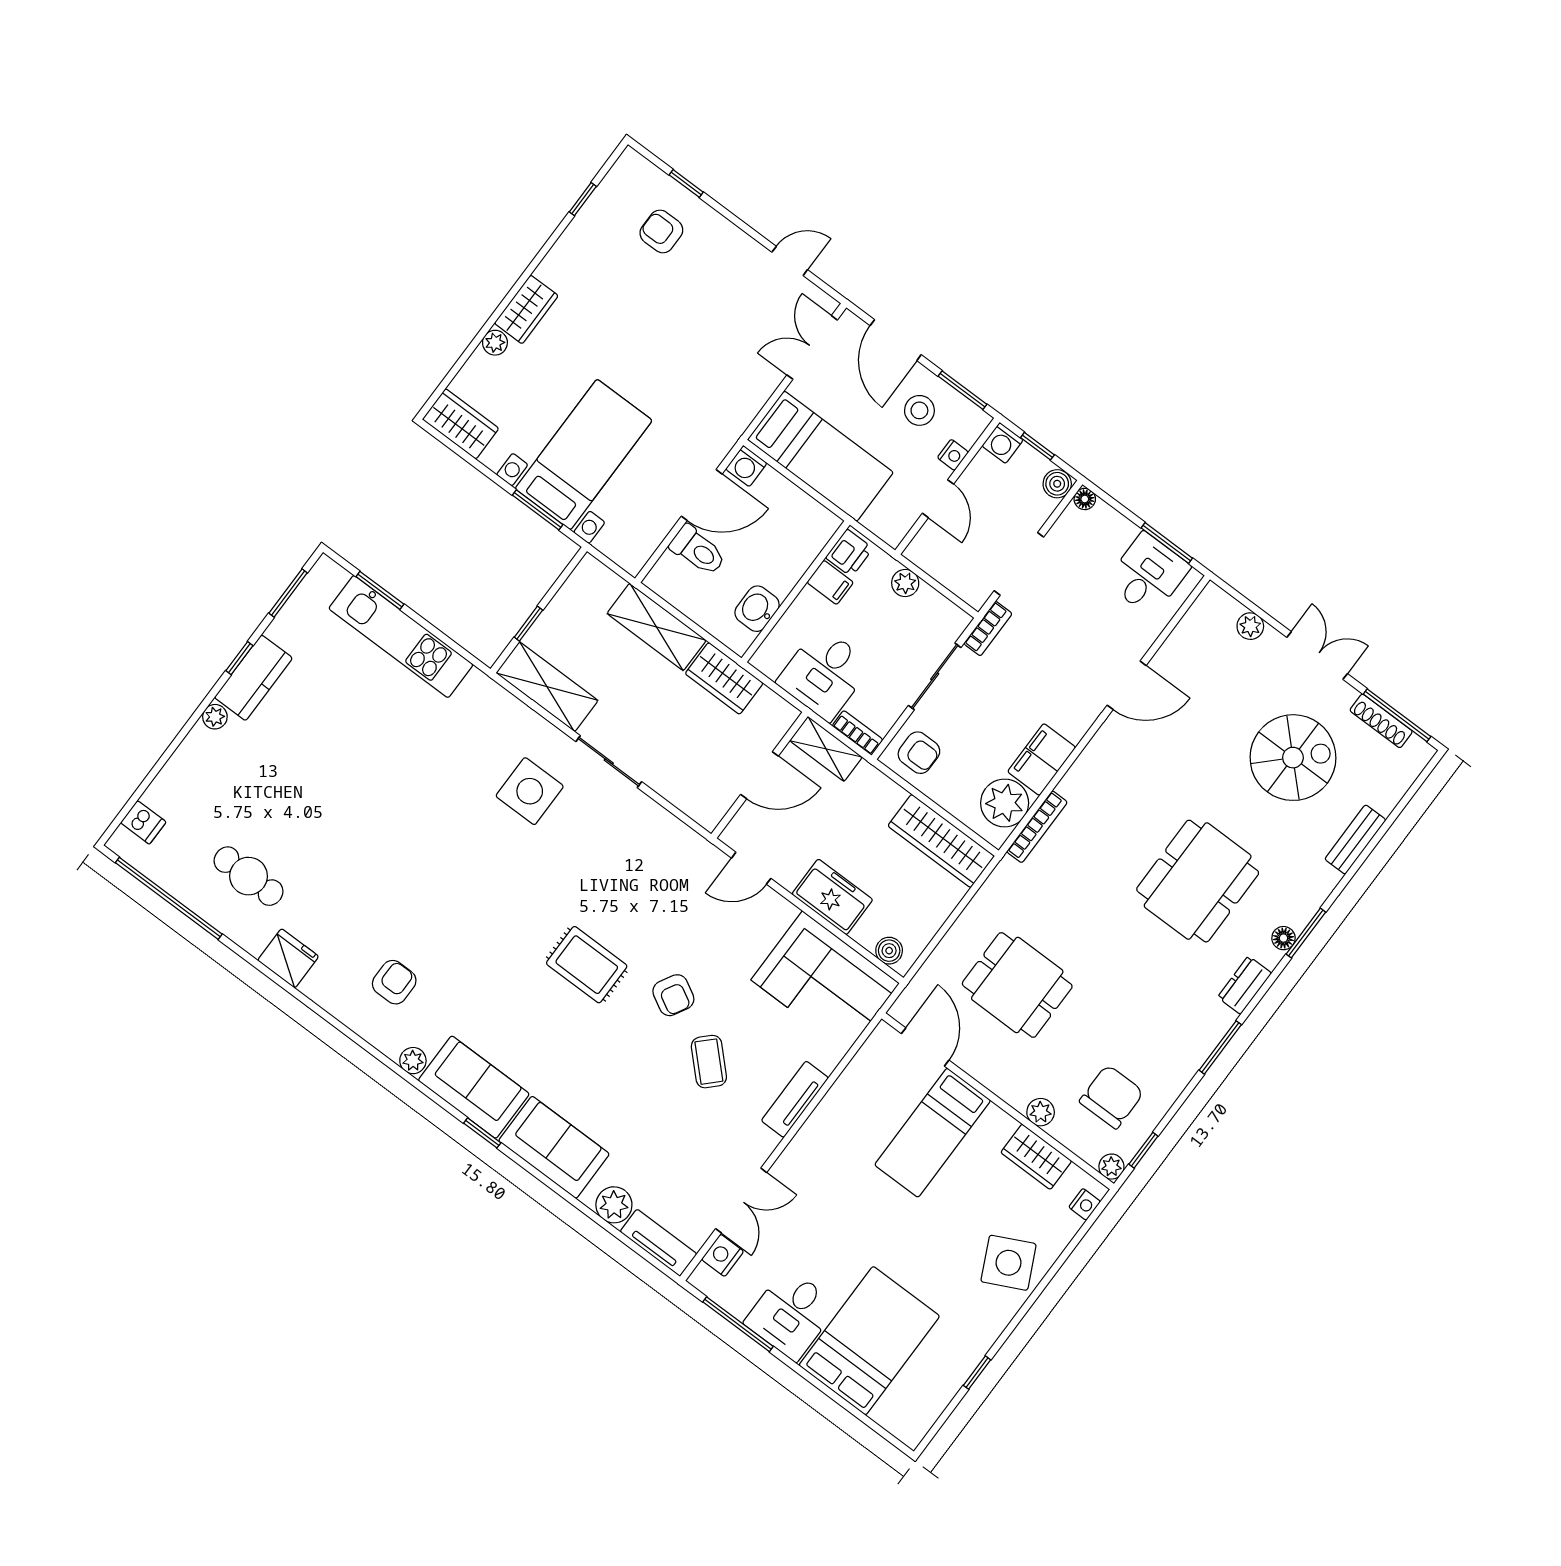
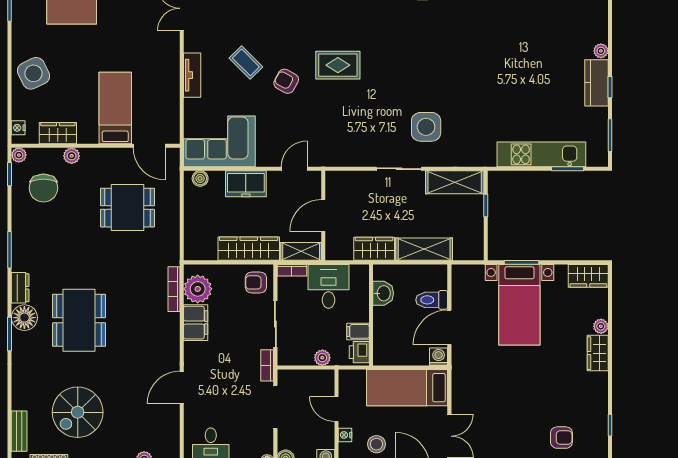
bench: (1355, 840) -> (19, 431), moved
wardrobe: (941, 841) -> (249, 249), moved
floor lamp: (1283, 938) -> (24, 318), width x1.89, depth x1.89

